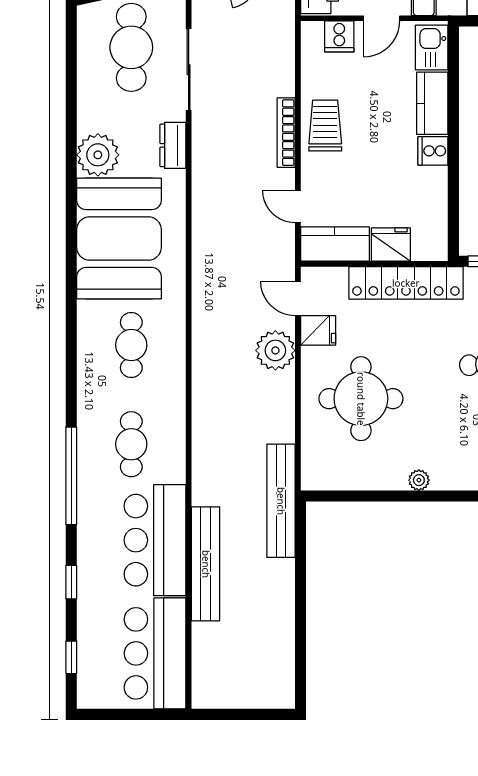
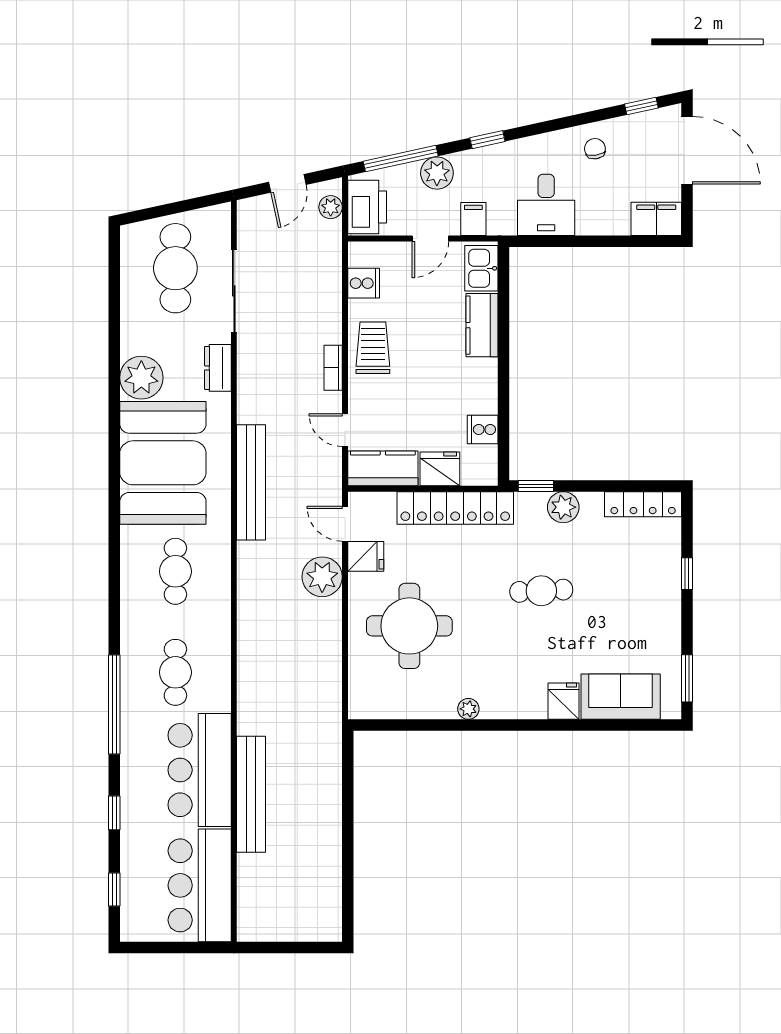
cooker: (339, 36) -> (364, 283), moved, turned -90
bookcase: (286, 133) -> (333, 368), width x0.64
cooker: (433, 151) -> (483, 430), moved
bench: (281, 501) -> (251, 482), moved

